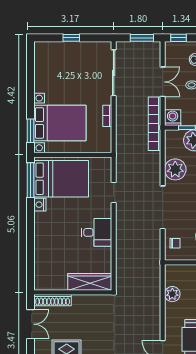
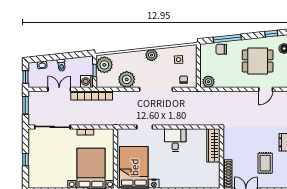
plant: (172, 294) -> (208, 82), moved

